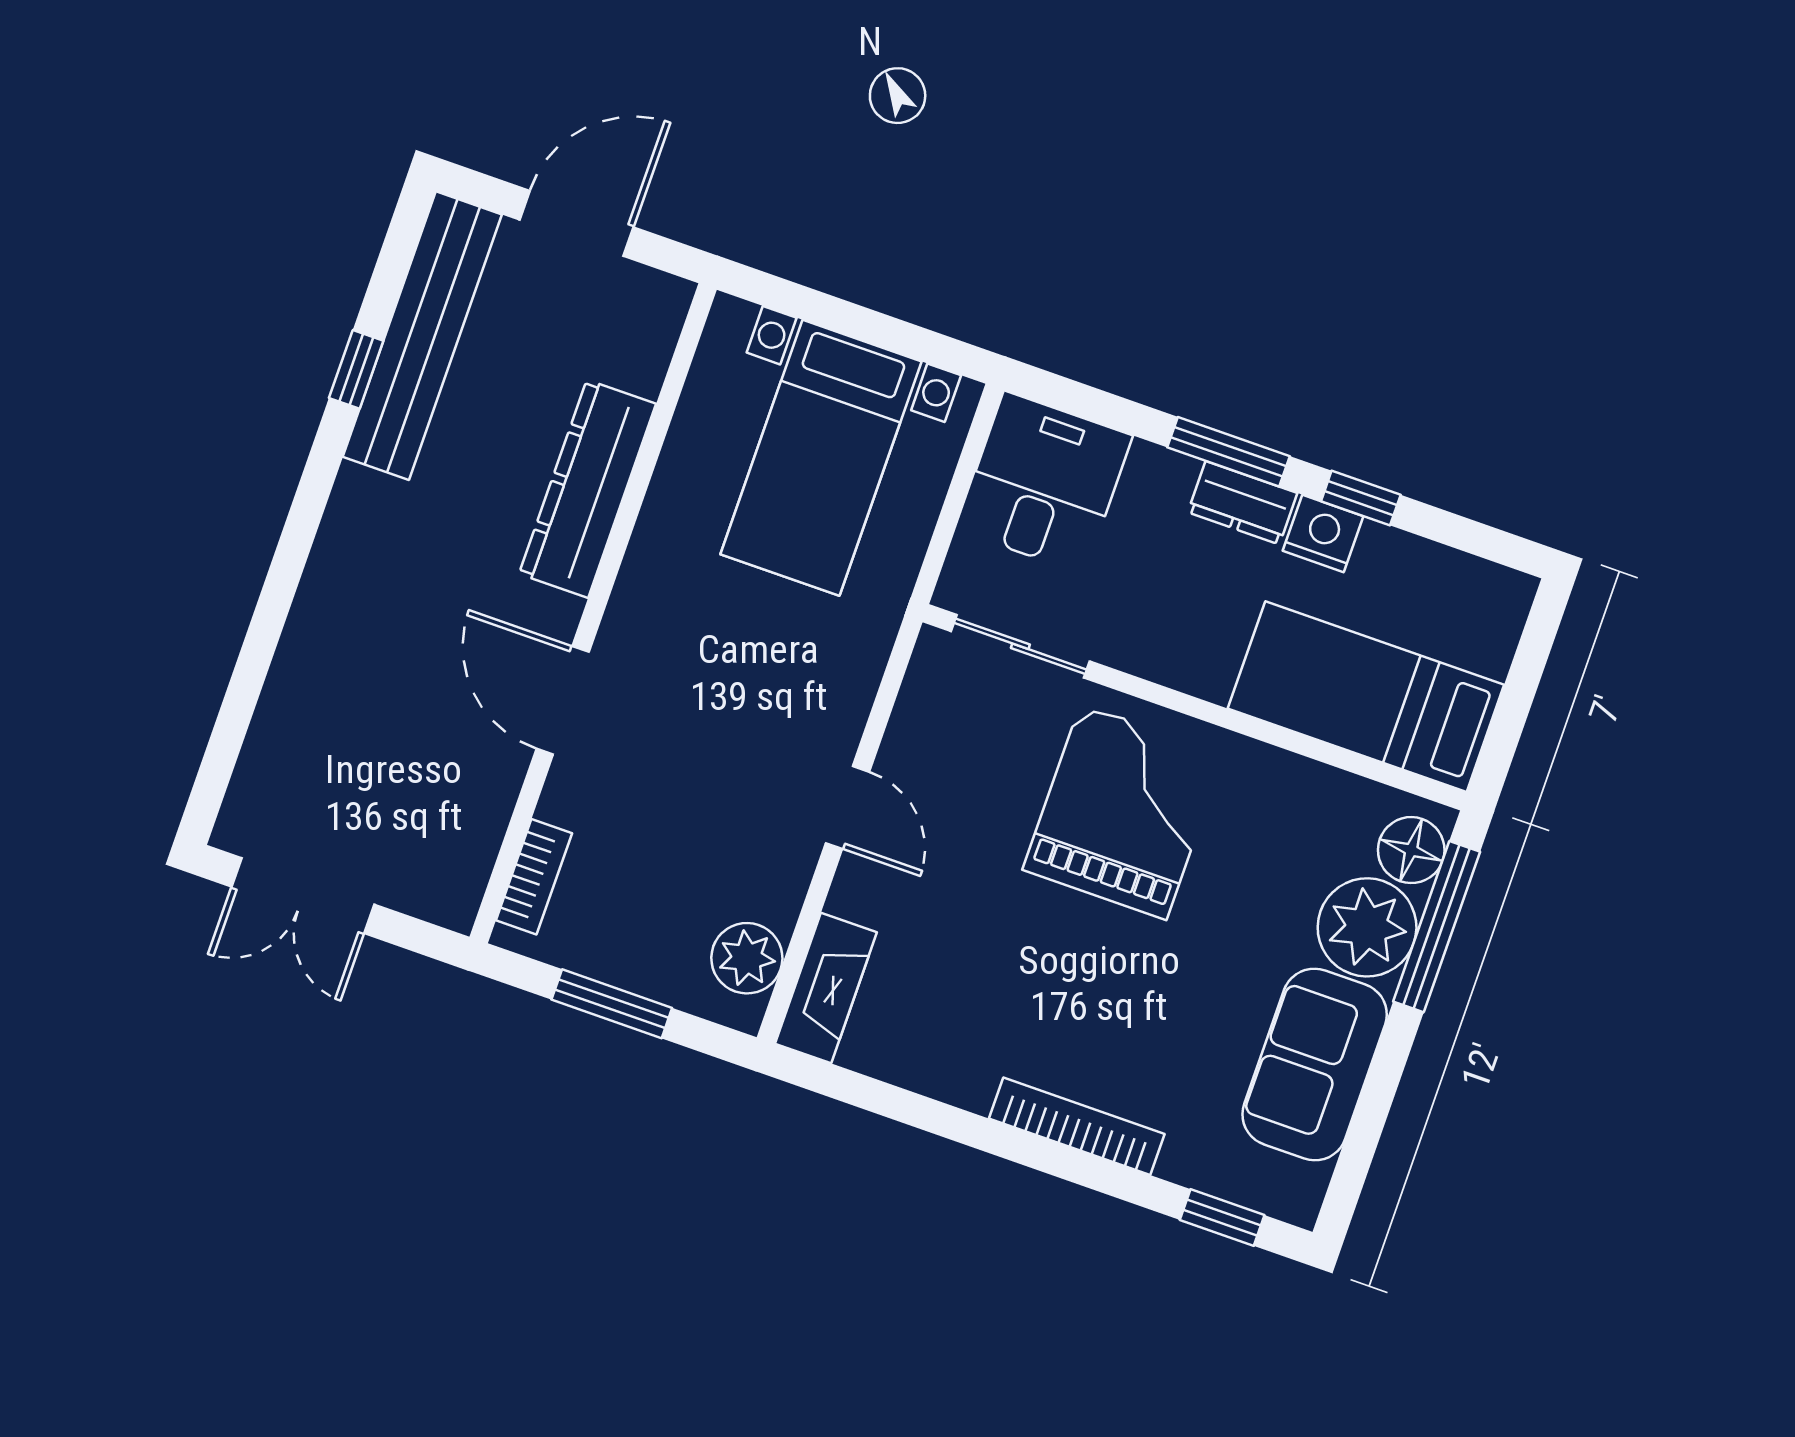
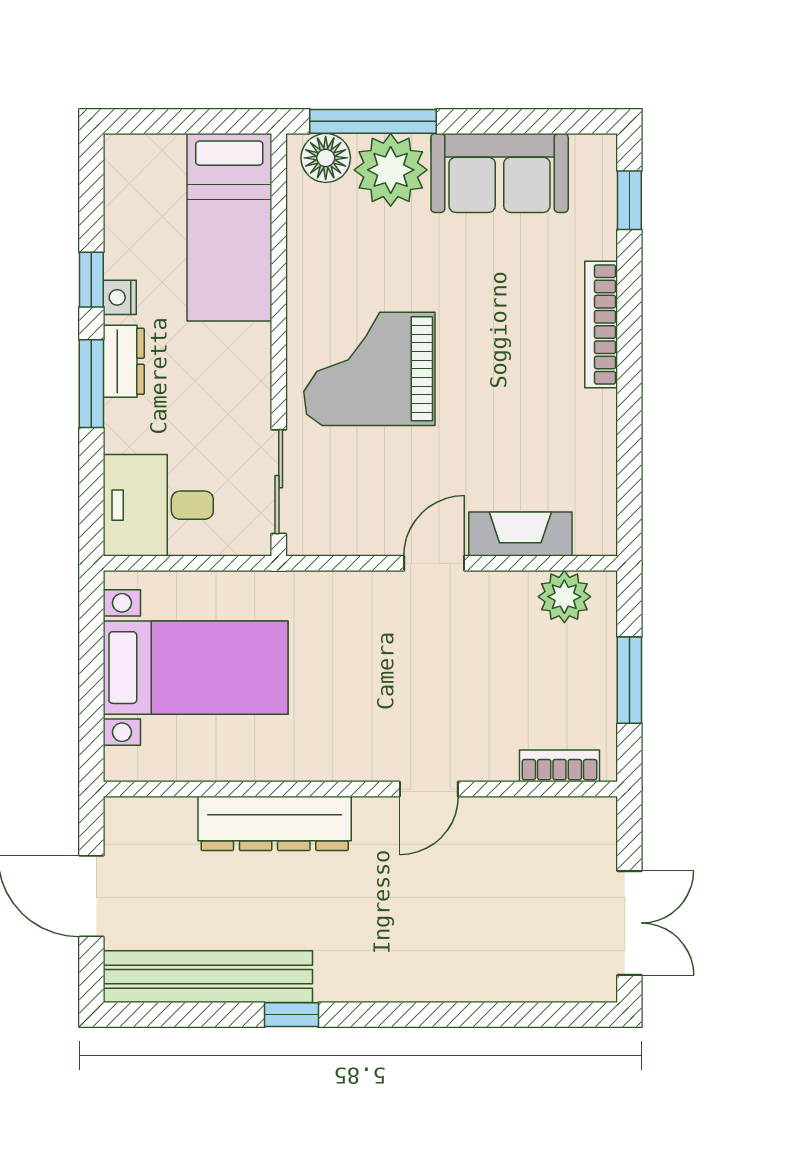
window: (356, 369) -> (291, 1015), moved
nightstand: (1323, 533) -> (120, 297), width x0.72, depth x0.74
door: (563, 700) -> (429, 789), width x0.73
fireplace: (826, 988) -> (520, 534), moved

